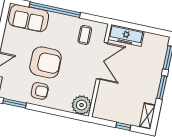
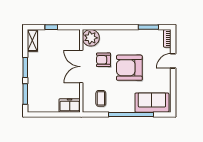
freezer: (126, 35) -> (70, 105), width x0.71
double door: (102, 61) -> (81, 67), moved
armchair: (40, 91) -> (104, 60), moved

